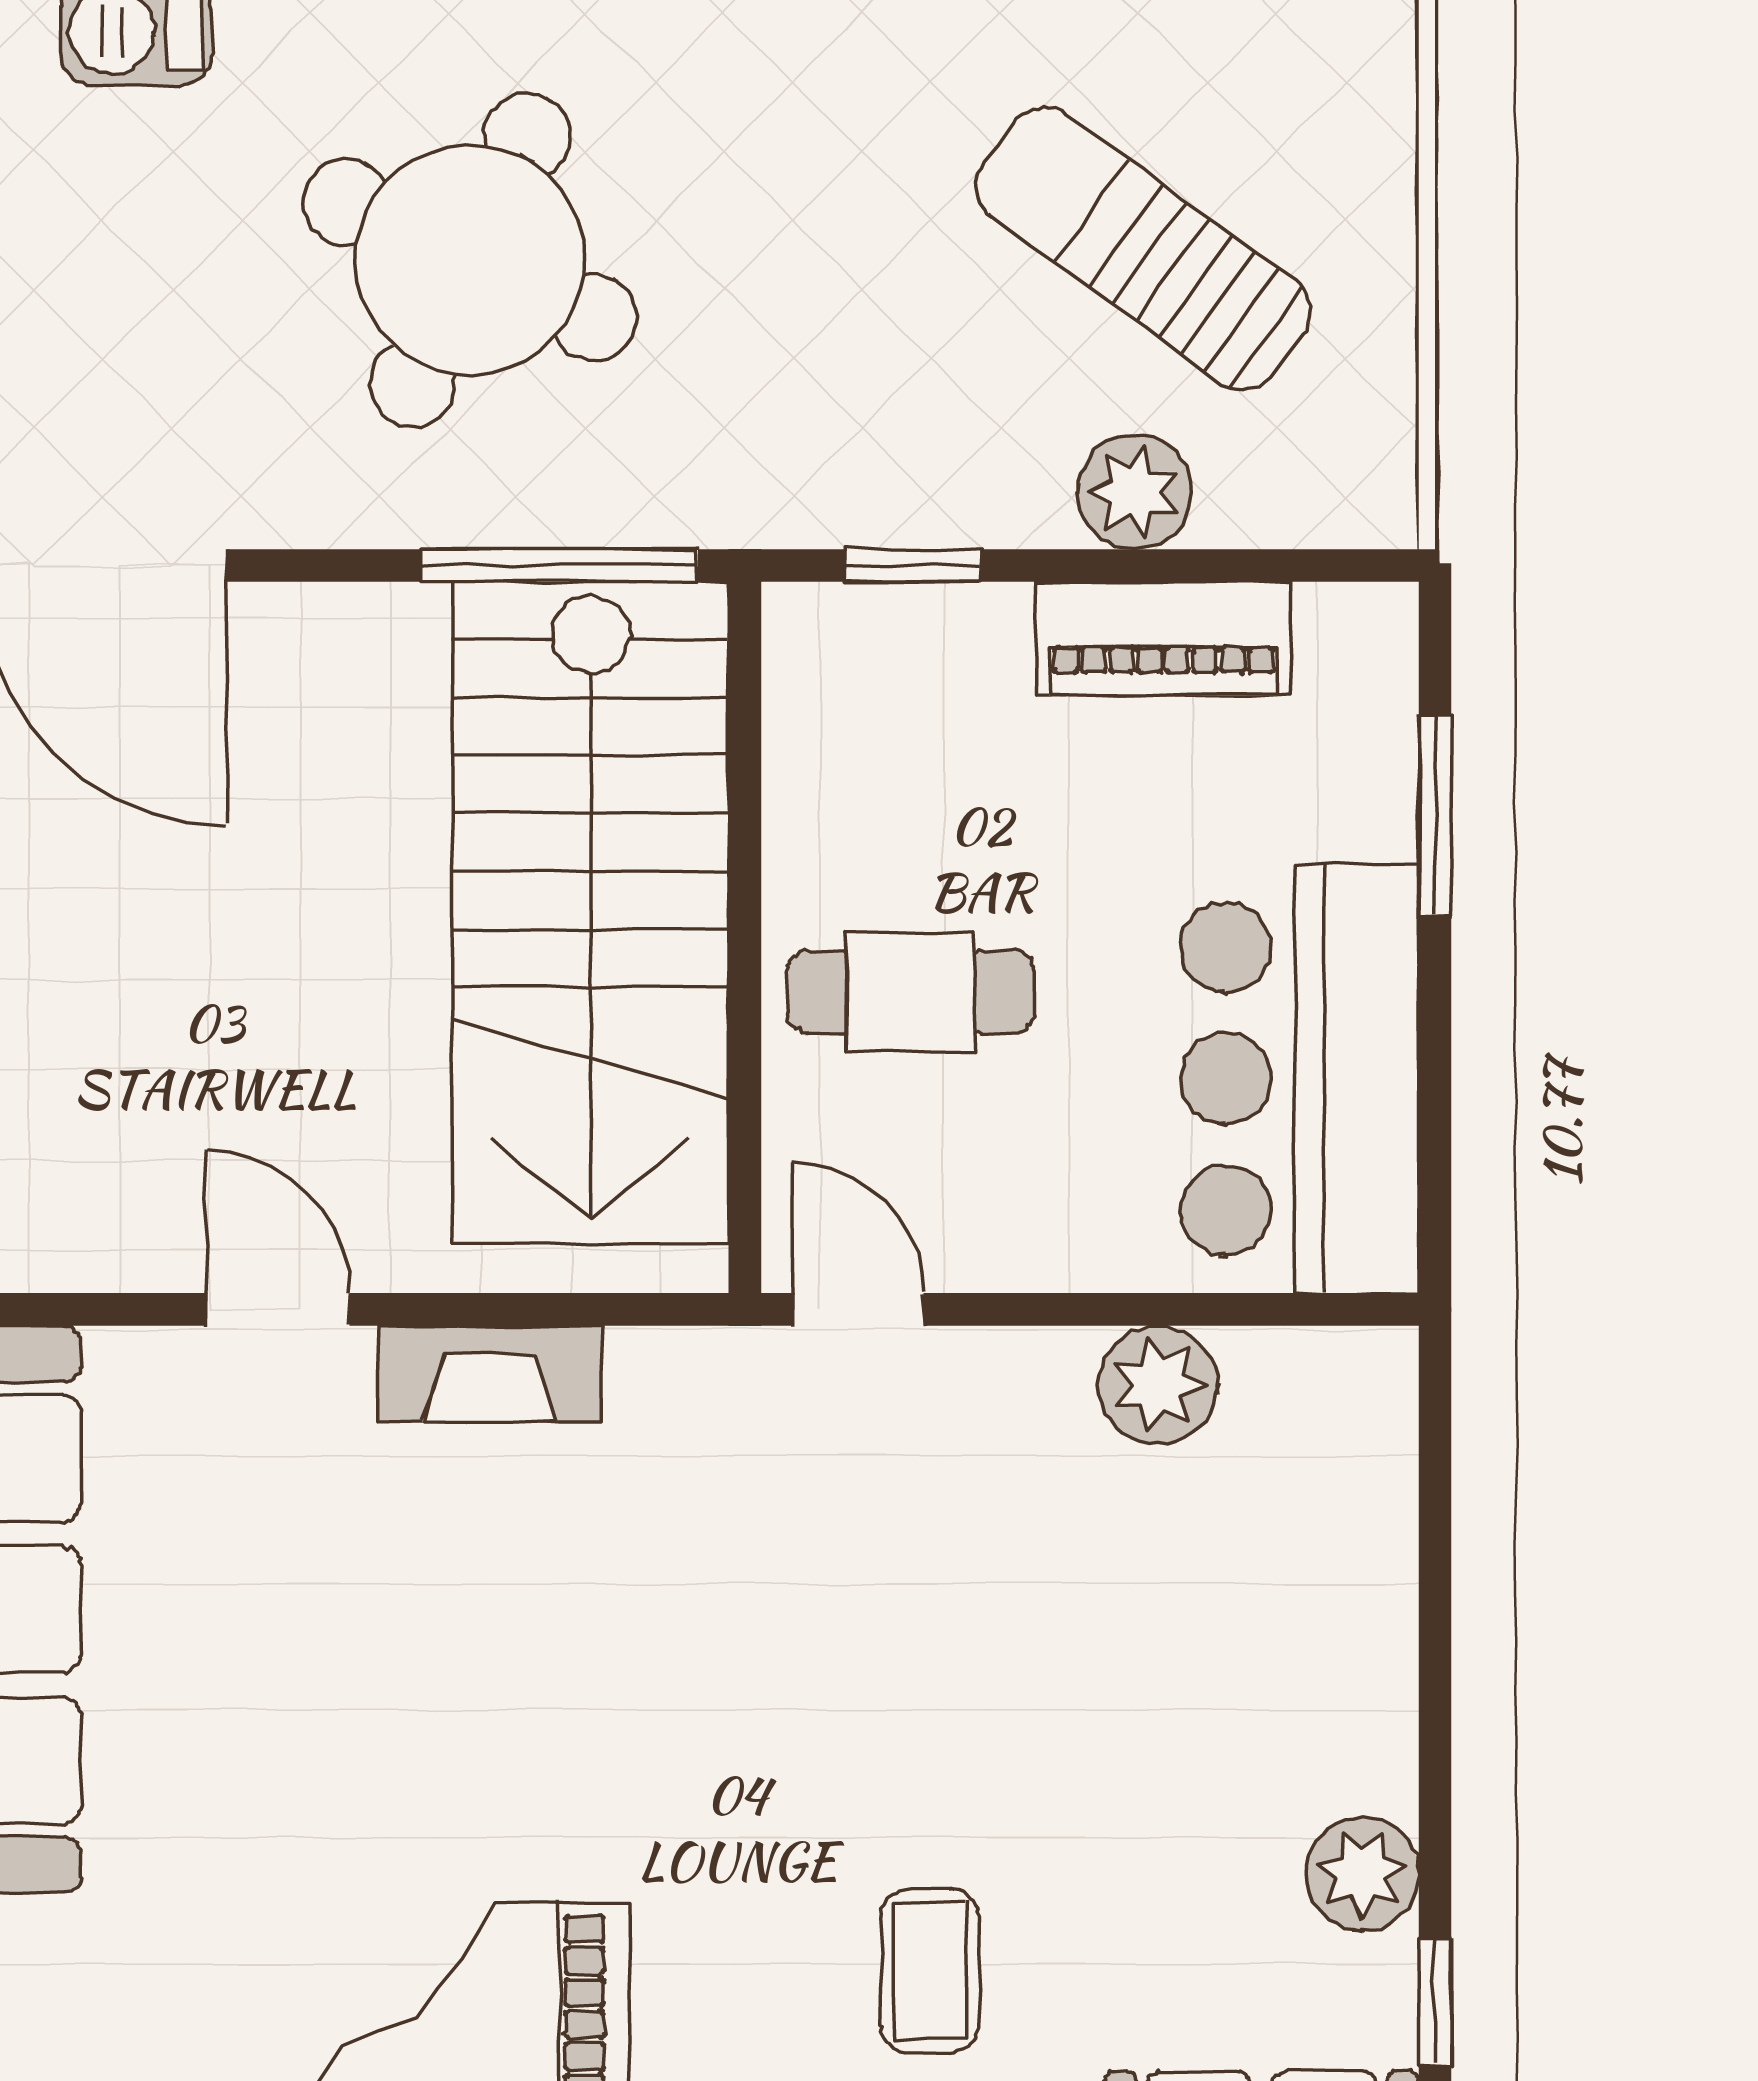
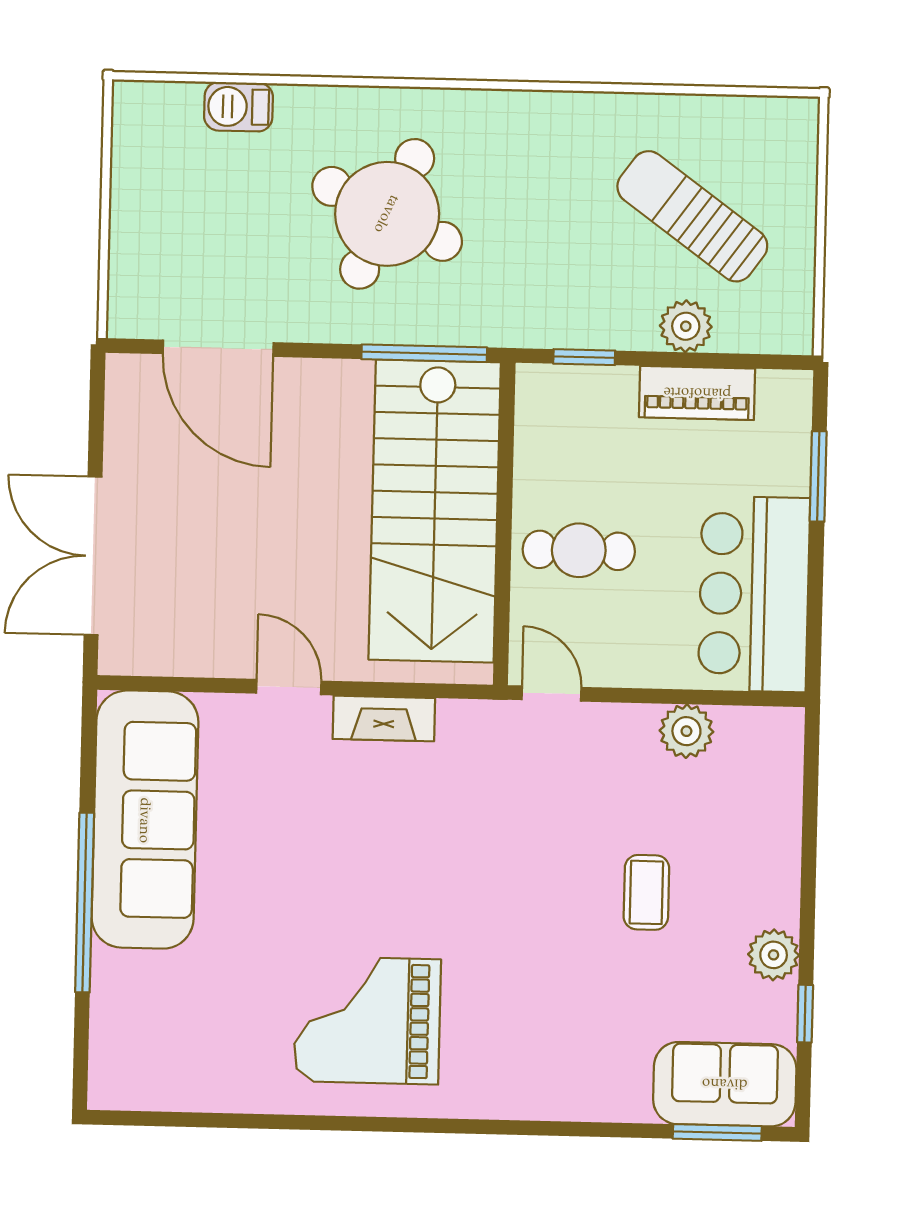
coffee table: (930, 1971) -> (646, 892), moved

